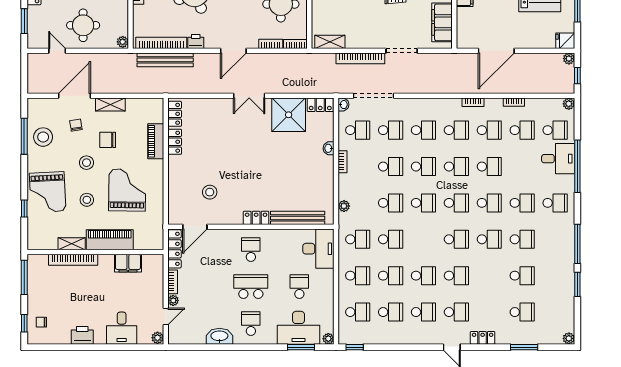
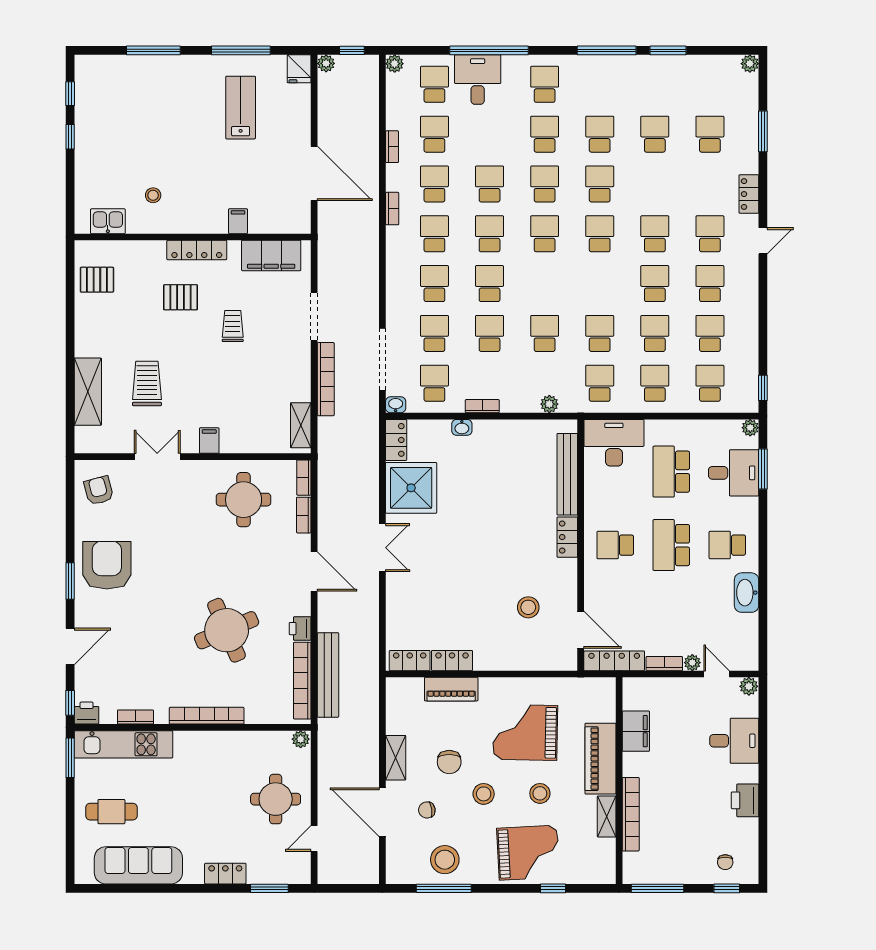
school desk: (423, 203) -> (545, 284), removed
school desk: (299, 287) -> (671, 472), width x1.85
desk: (299, 328) -> (734, 473), width x0.73

